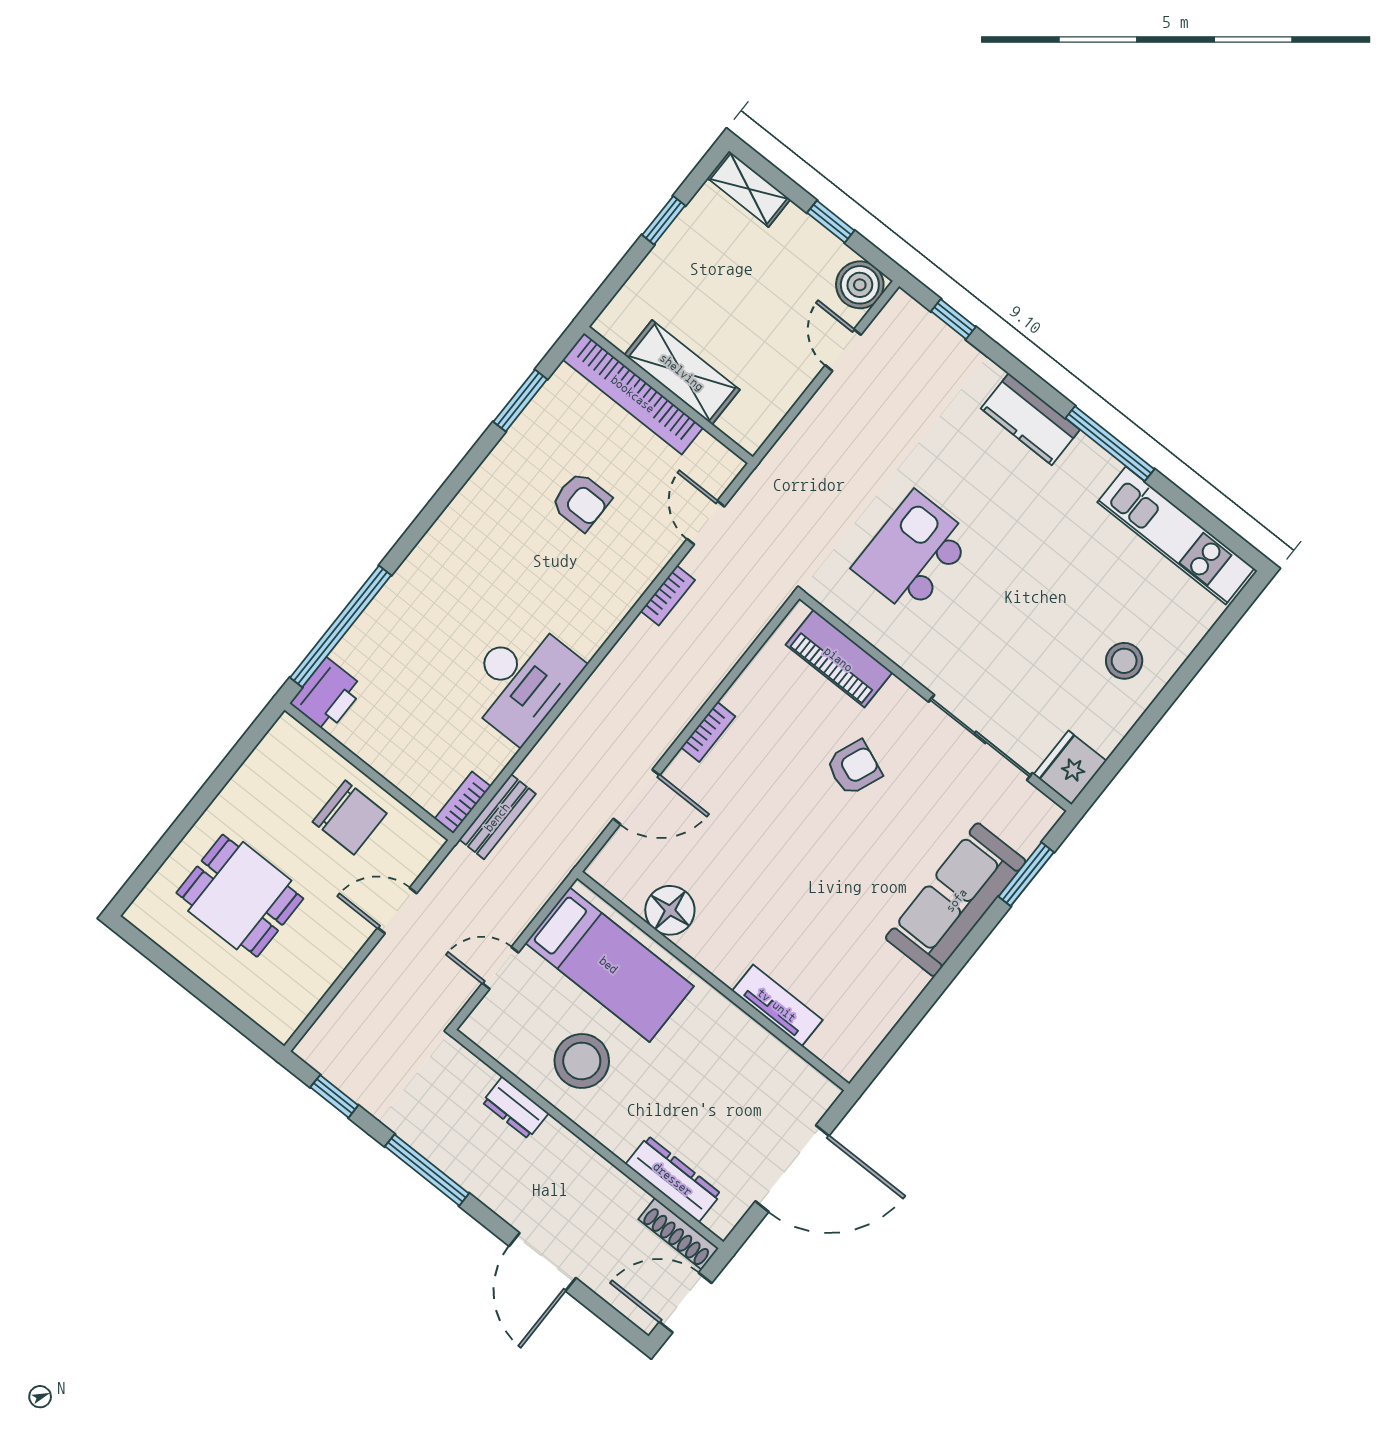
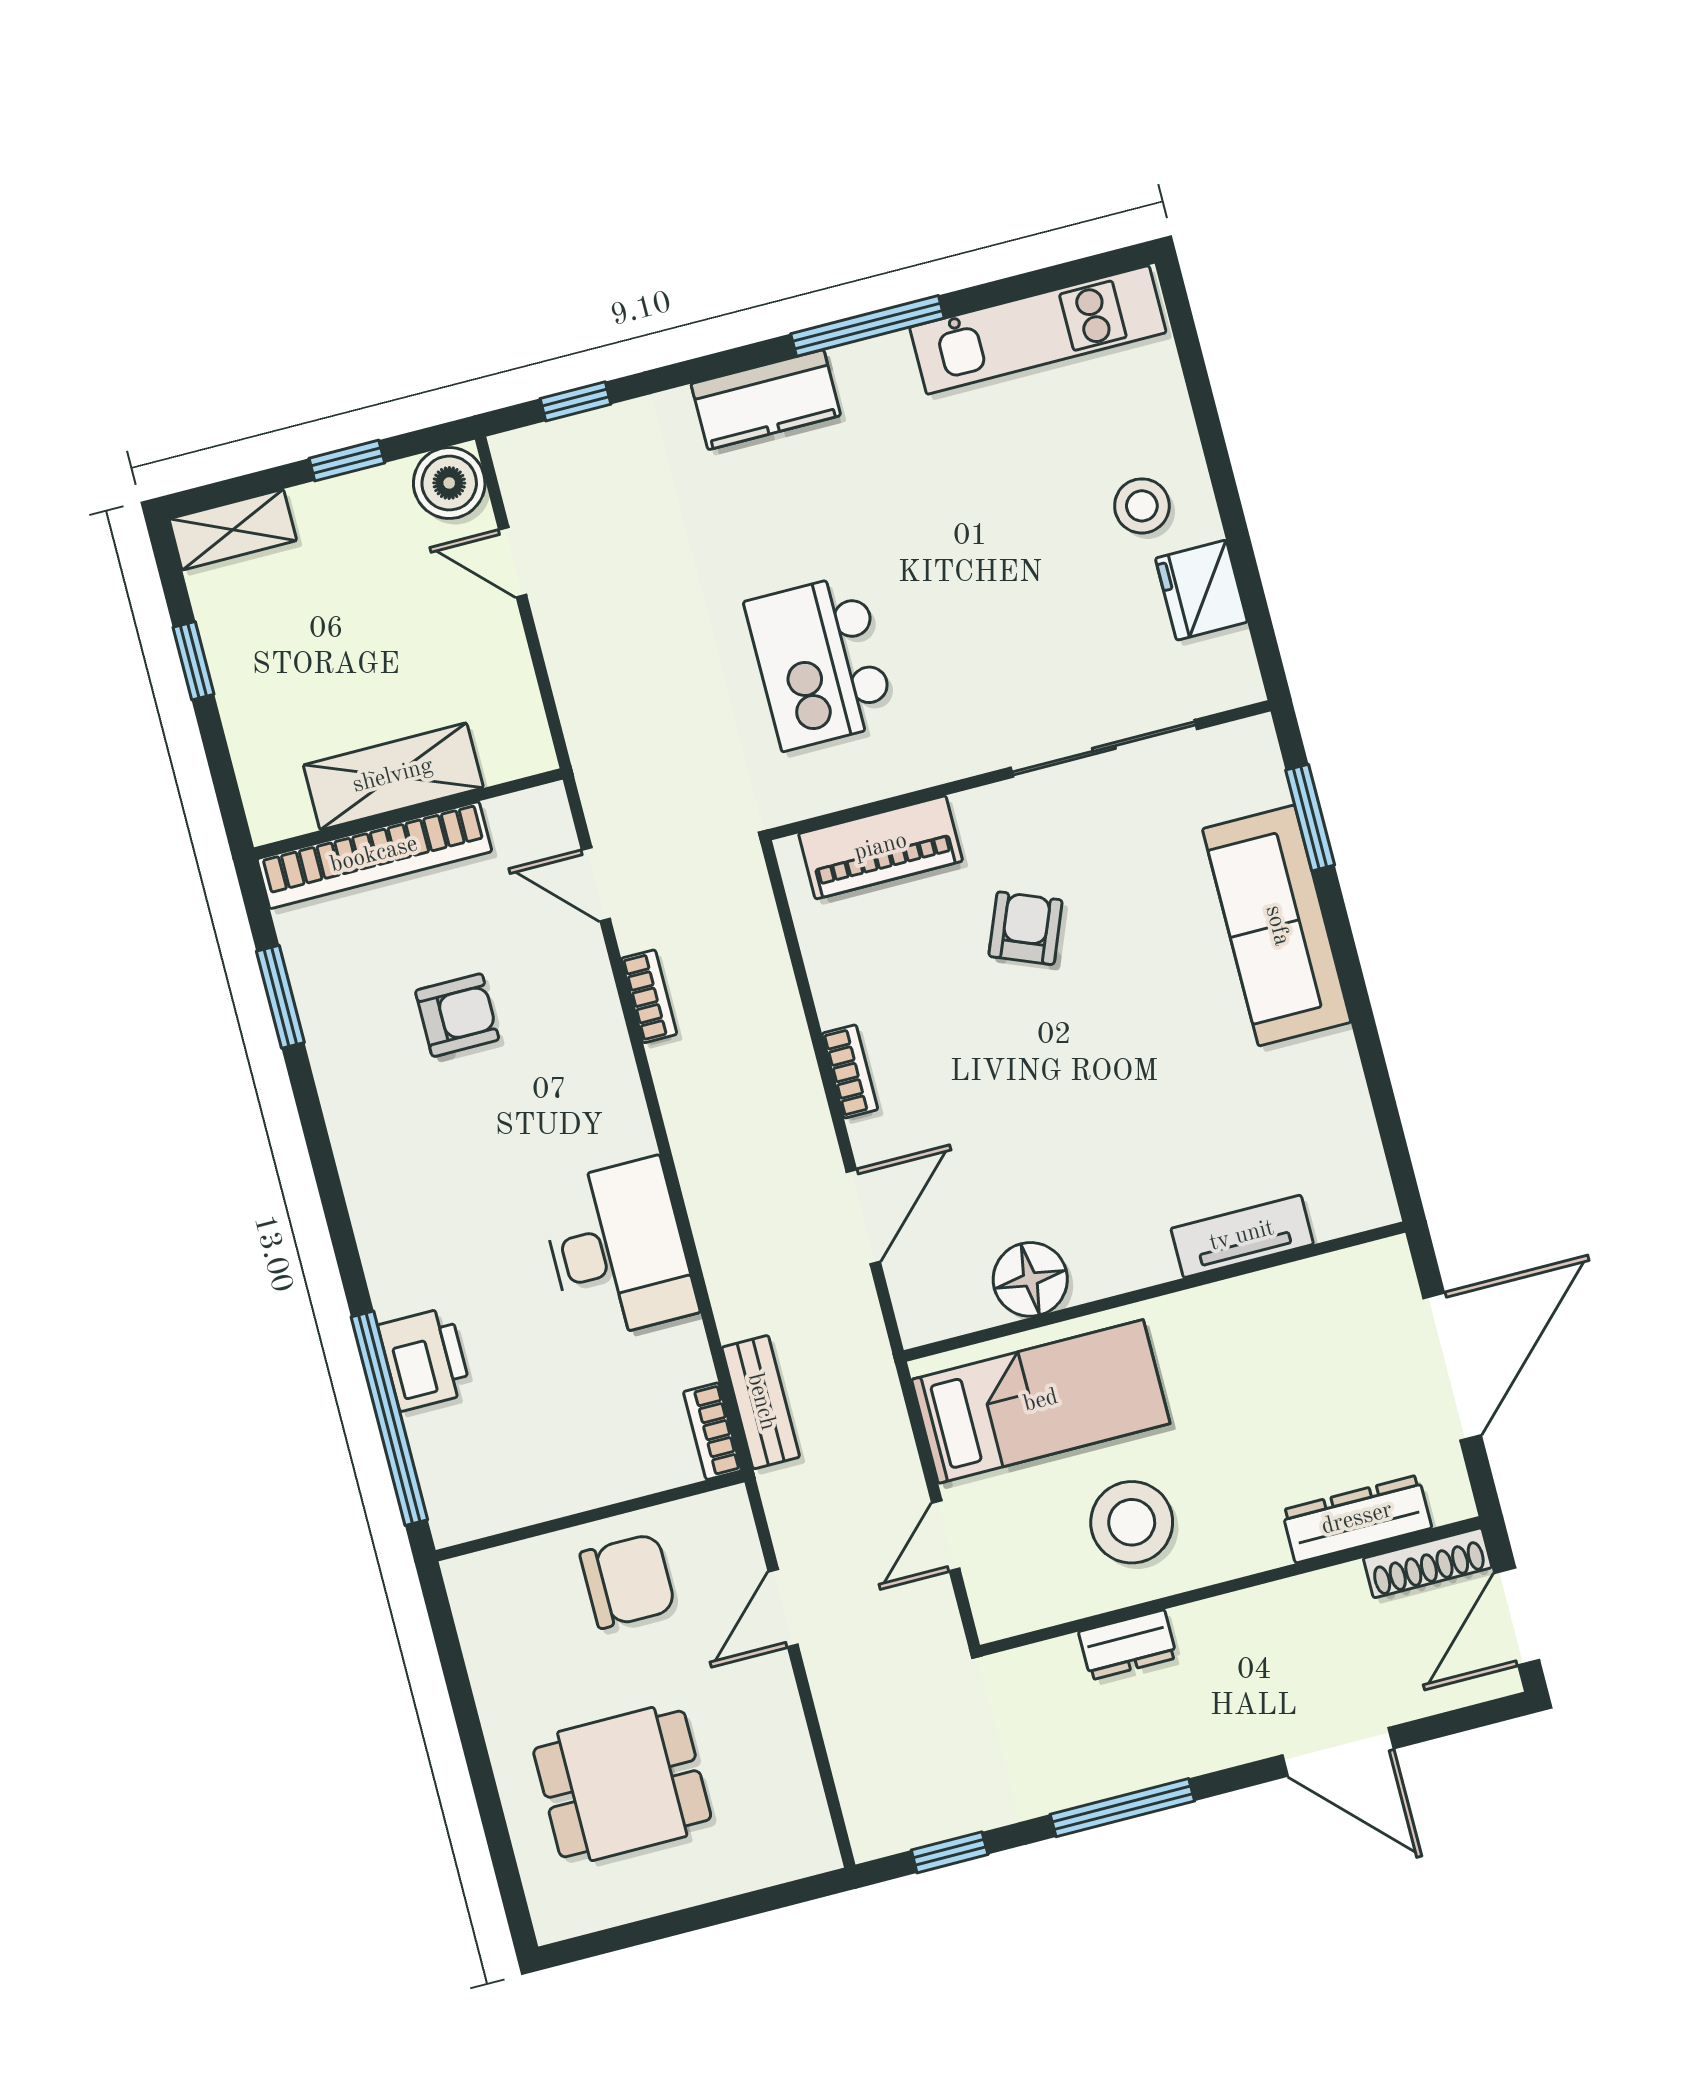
printer: (327, 695) -> (425, 1359), moved
fridge: (1070, 768) -> (1201, 590), moved

